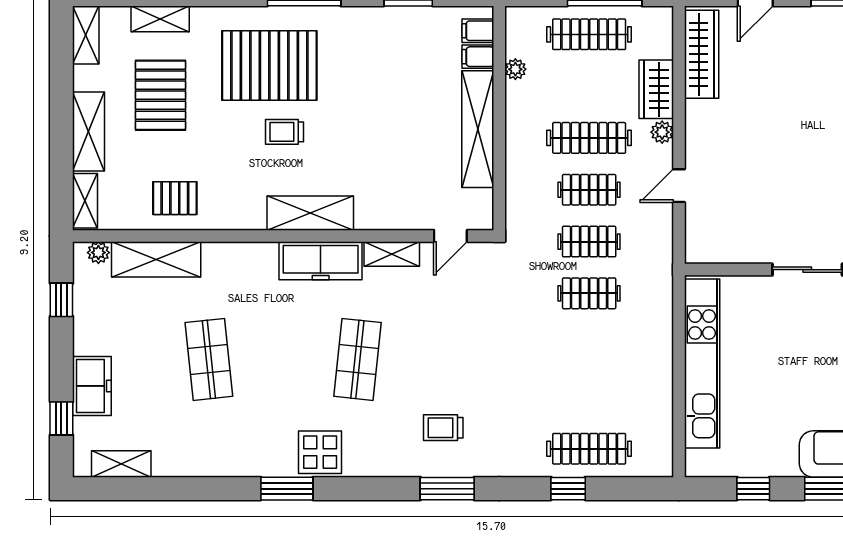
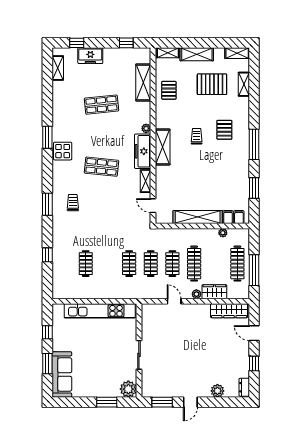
pallet: (269, 65) -> (224, 130), width x0.49, depth x0.50
plant: (98, 253) -> (146, 128), moved
clothes rail: (589, 449) -> (86, 264), moved, width x0.73

